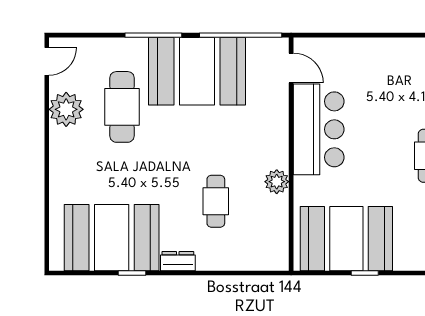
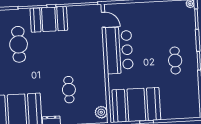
booth: (197, 71) -> (49, 19), width x0.73, depth x0.70
plant: (277, 182) -> (101, 112), moved

